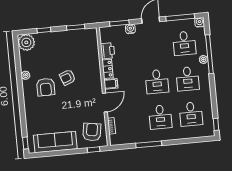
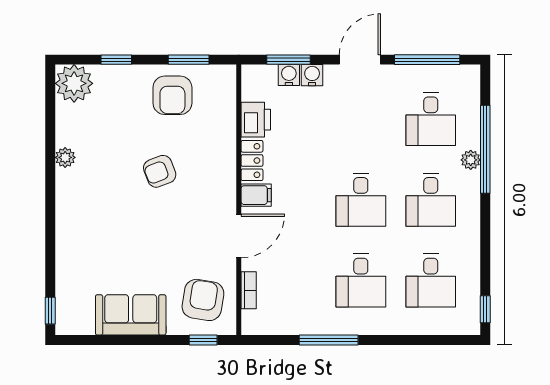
water cooler: (200, 22) -> (289, 75), moved
armchair: (46, 87) -> (172, 95), moved
sofa: (55, 142) -> (131, 315), width x0.73

